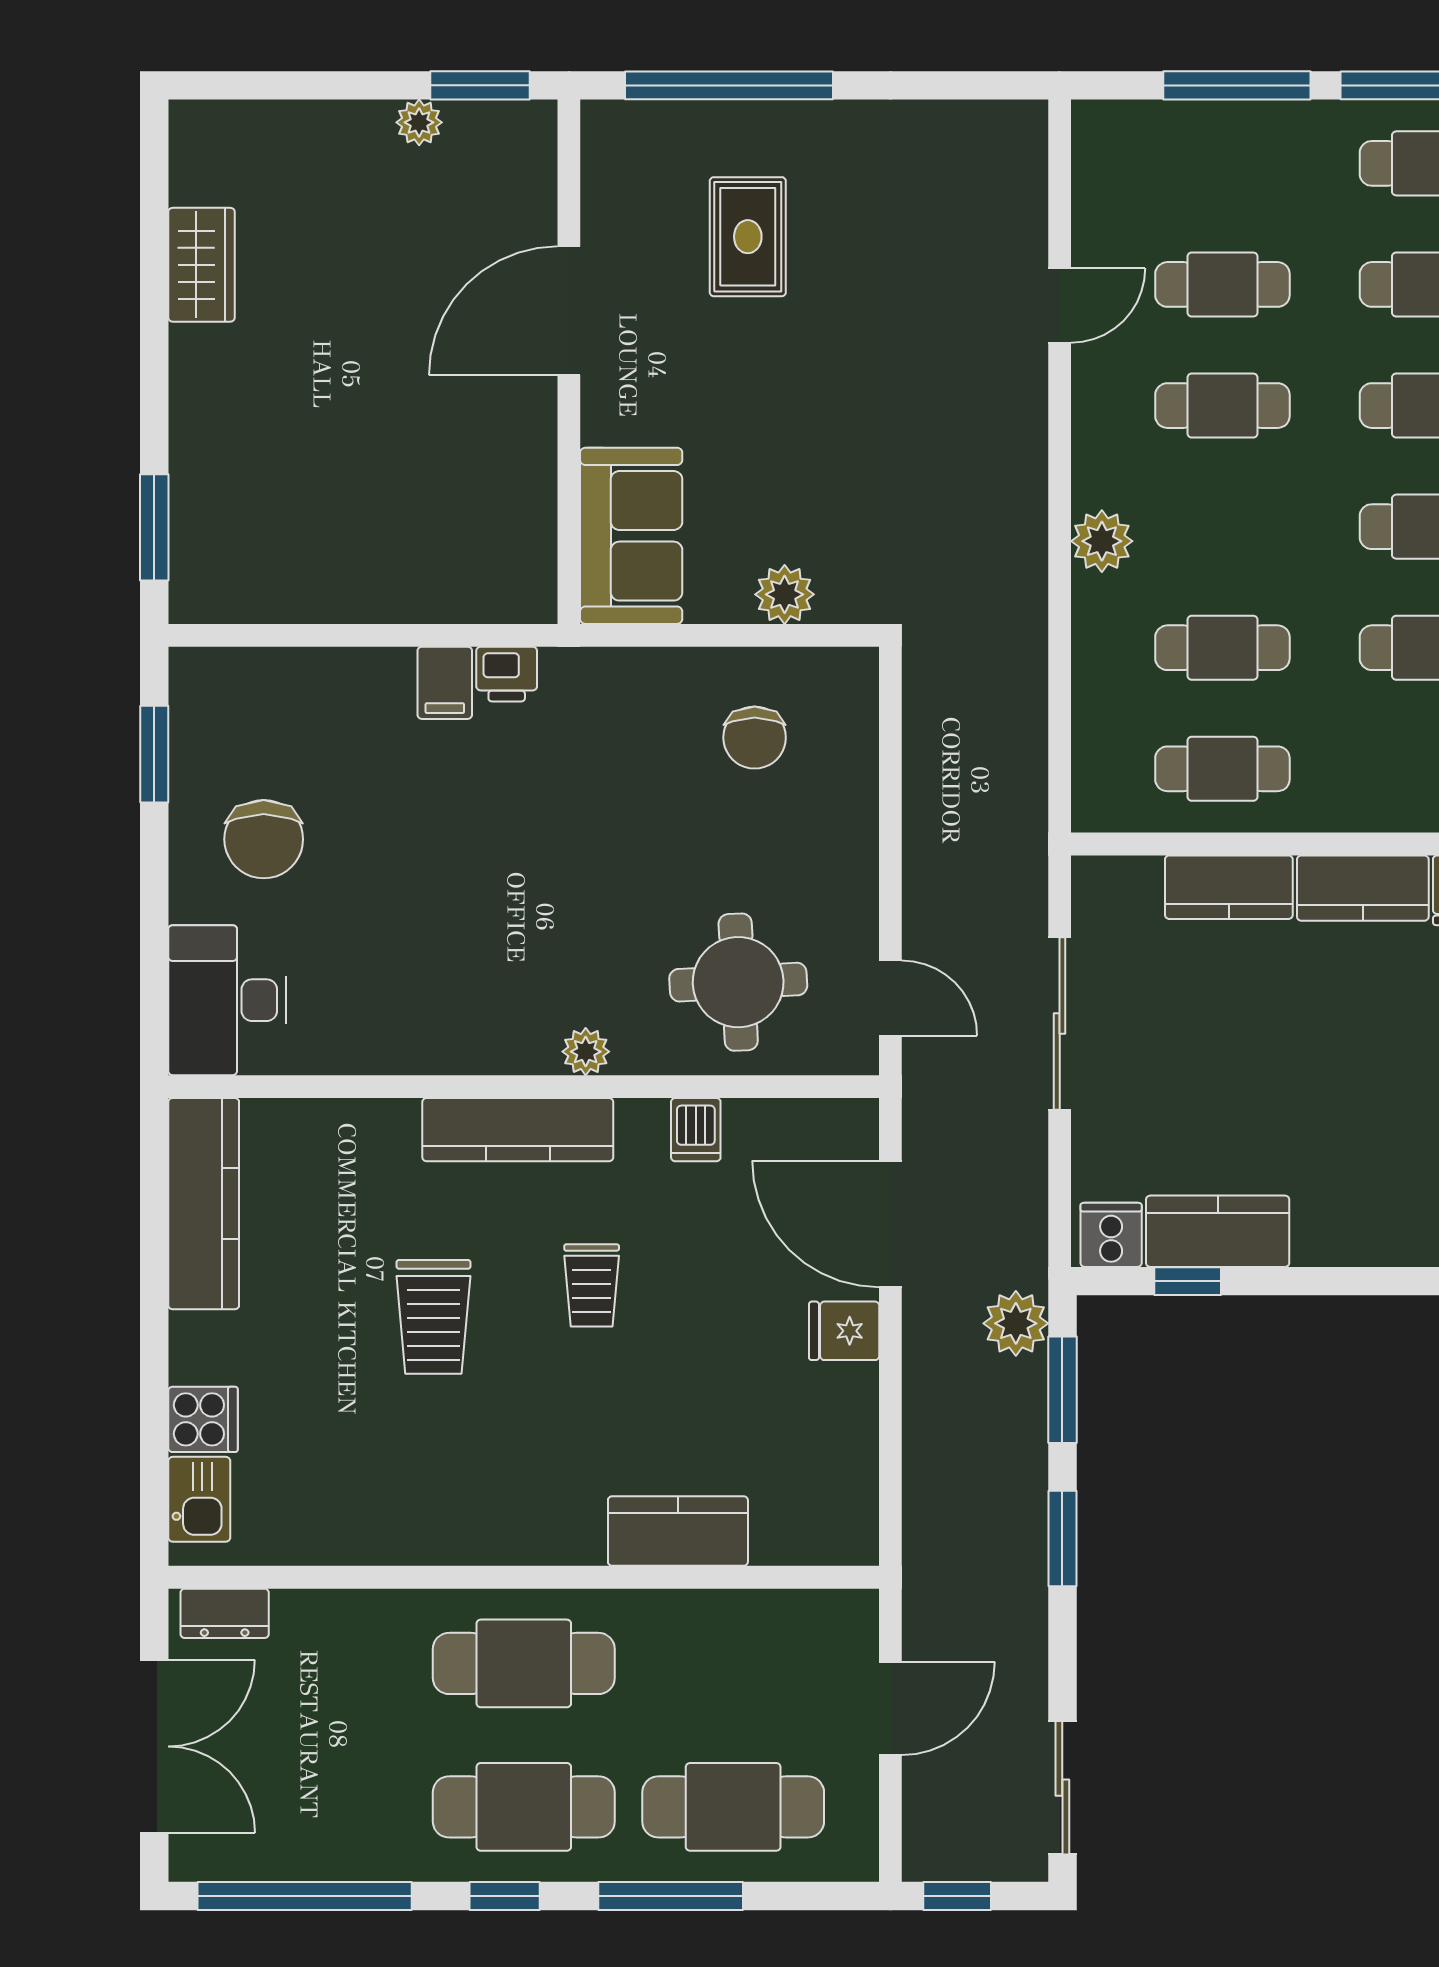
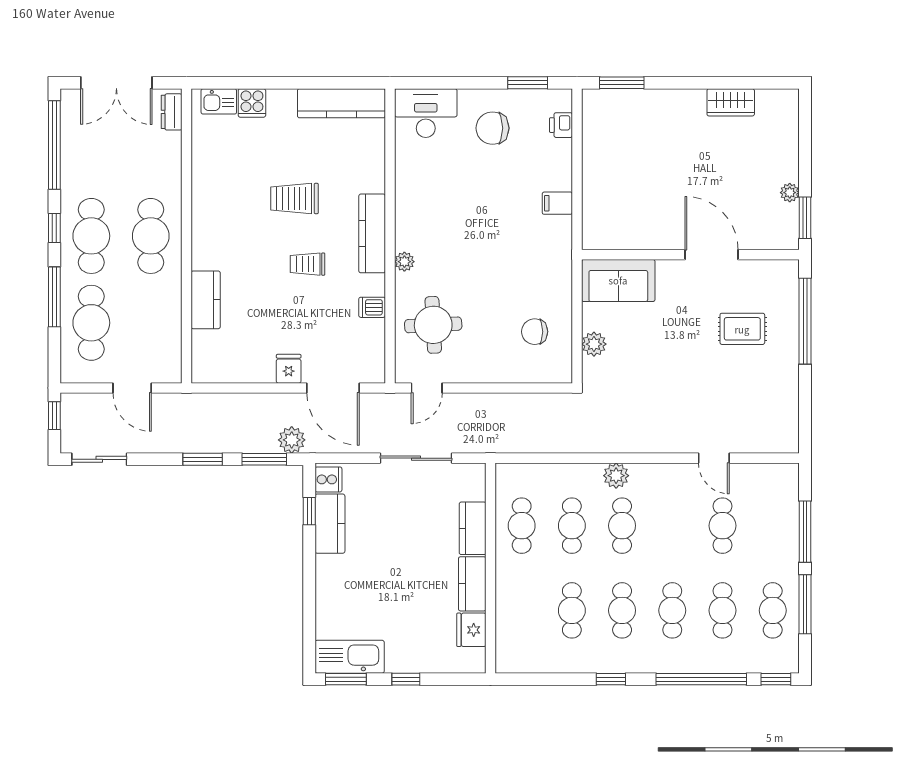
cafe table: (1222, 406) -> (622, 526), moved
printer: (507, 674) -> (561, 125), moved
door: (890, 1224) -> (333, 388), swing flipped

